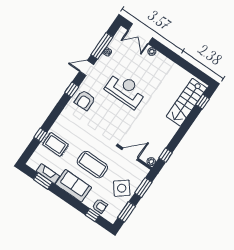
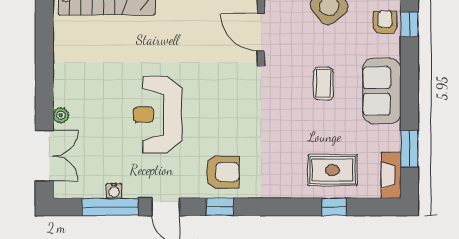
rug: (55, 144) -> (332, 170), turned 90
coffee table: (92, 165) -> (323, 84), width x0.54, depth x0.58
fireplace: (48, 174) -> (391, 175), moved

